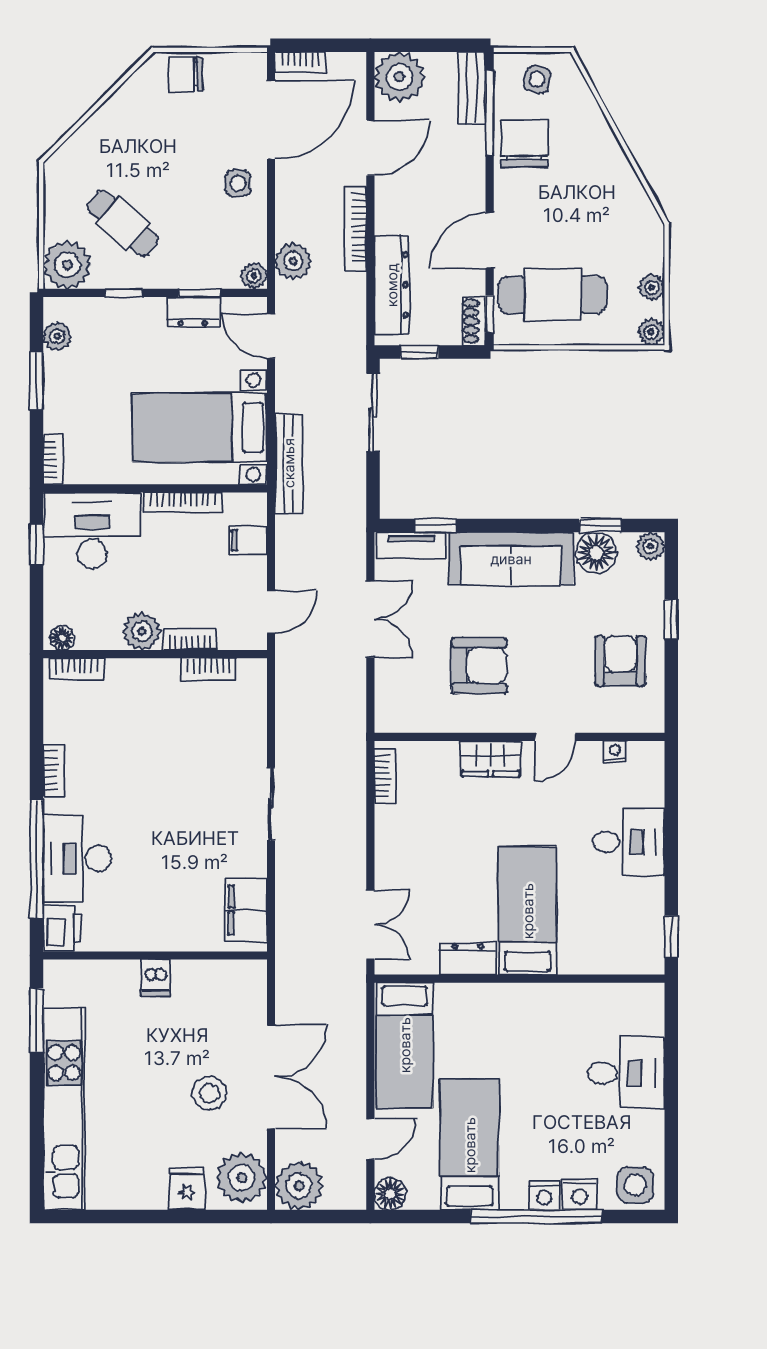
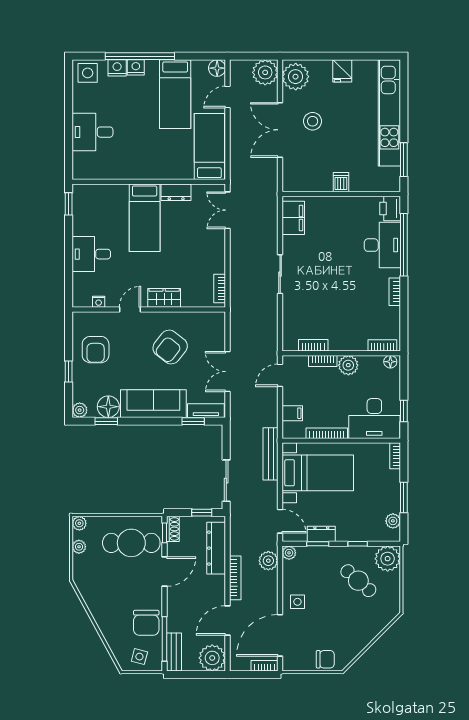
armchair: (479, 666) -> (170, 347), turned -52
fridge: (187, 1189) -> (342, 71), moved

